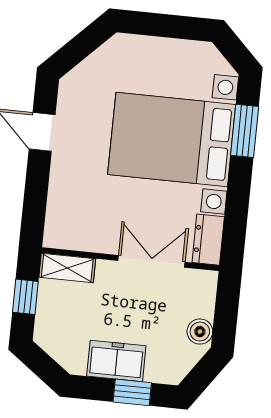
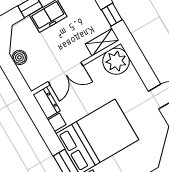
plant: (67, 227) -> (116, 61), added

